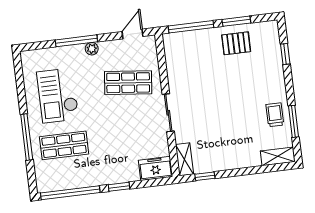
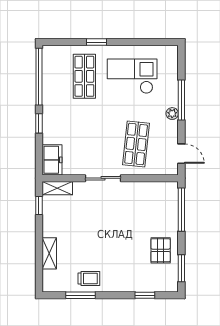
window: (236, 21) -> (181, 268), moved
window: (27, 137) -> (96, 42), width x0.46
shelving: (278, 156) -> (49, 253), moved

